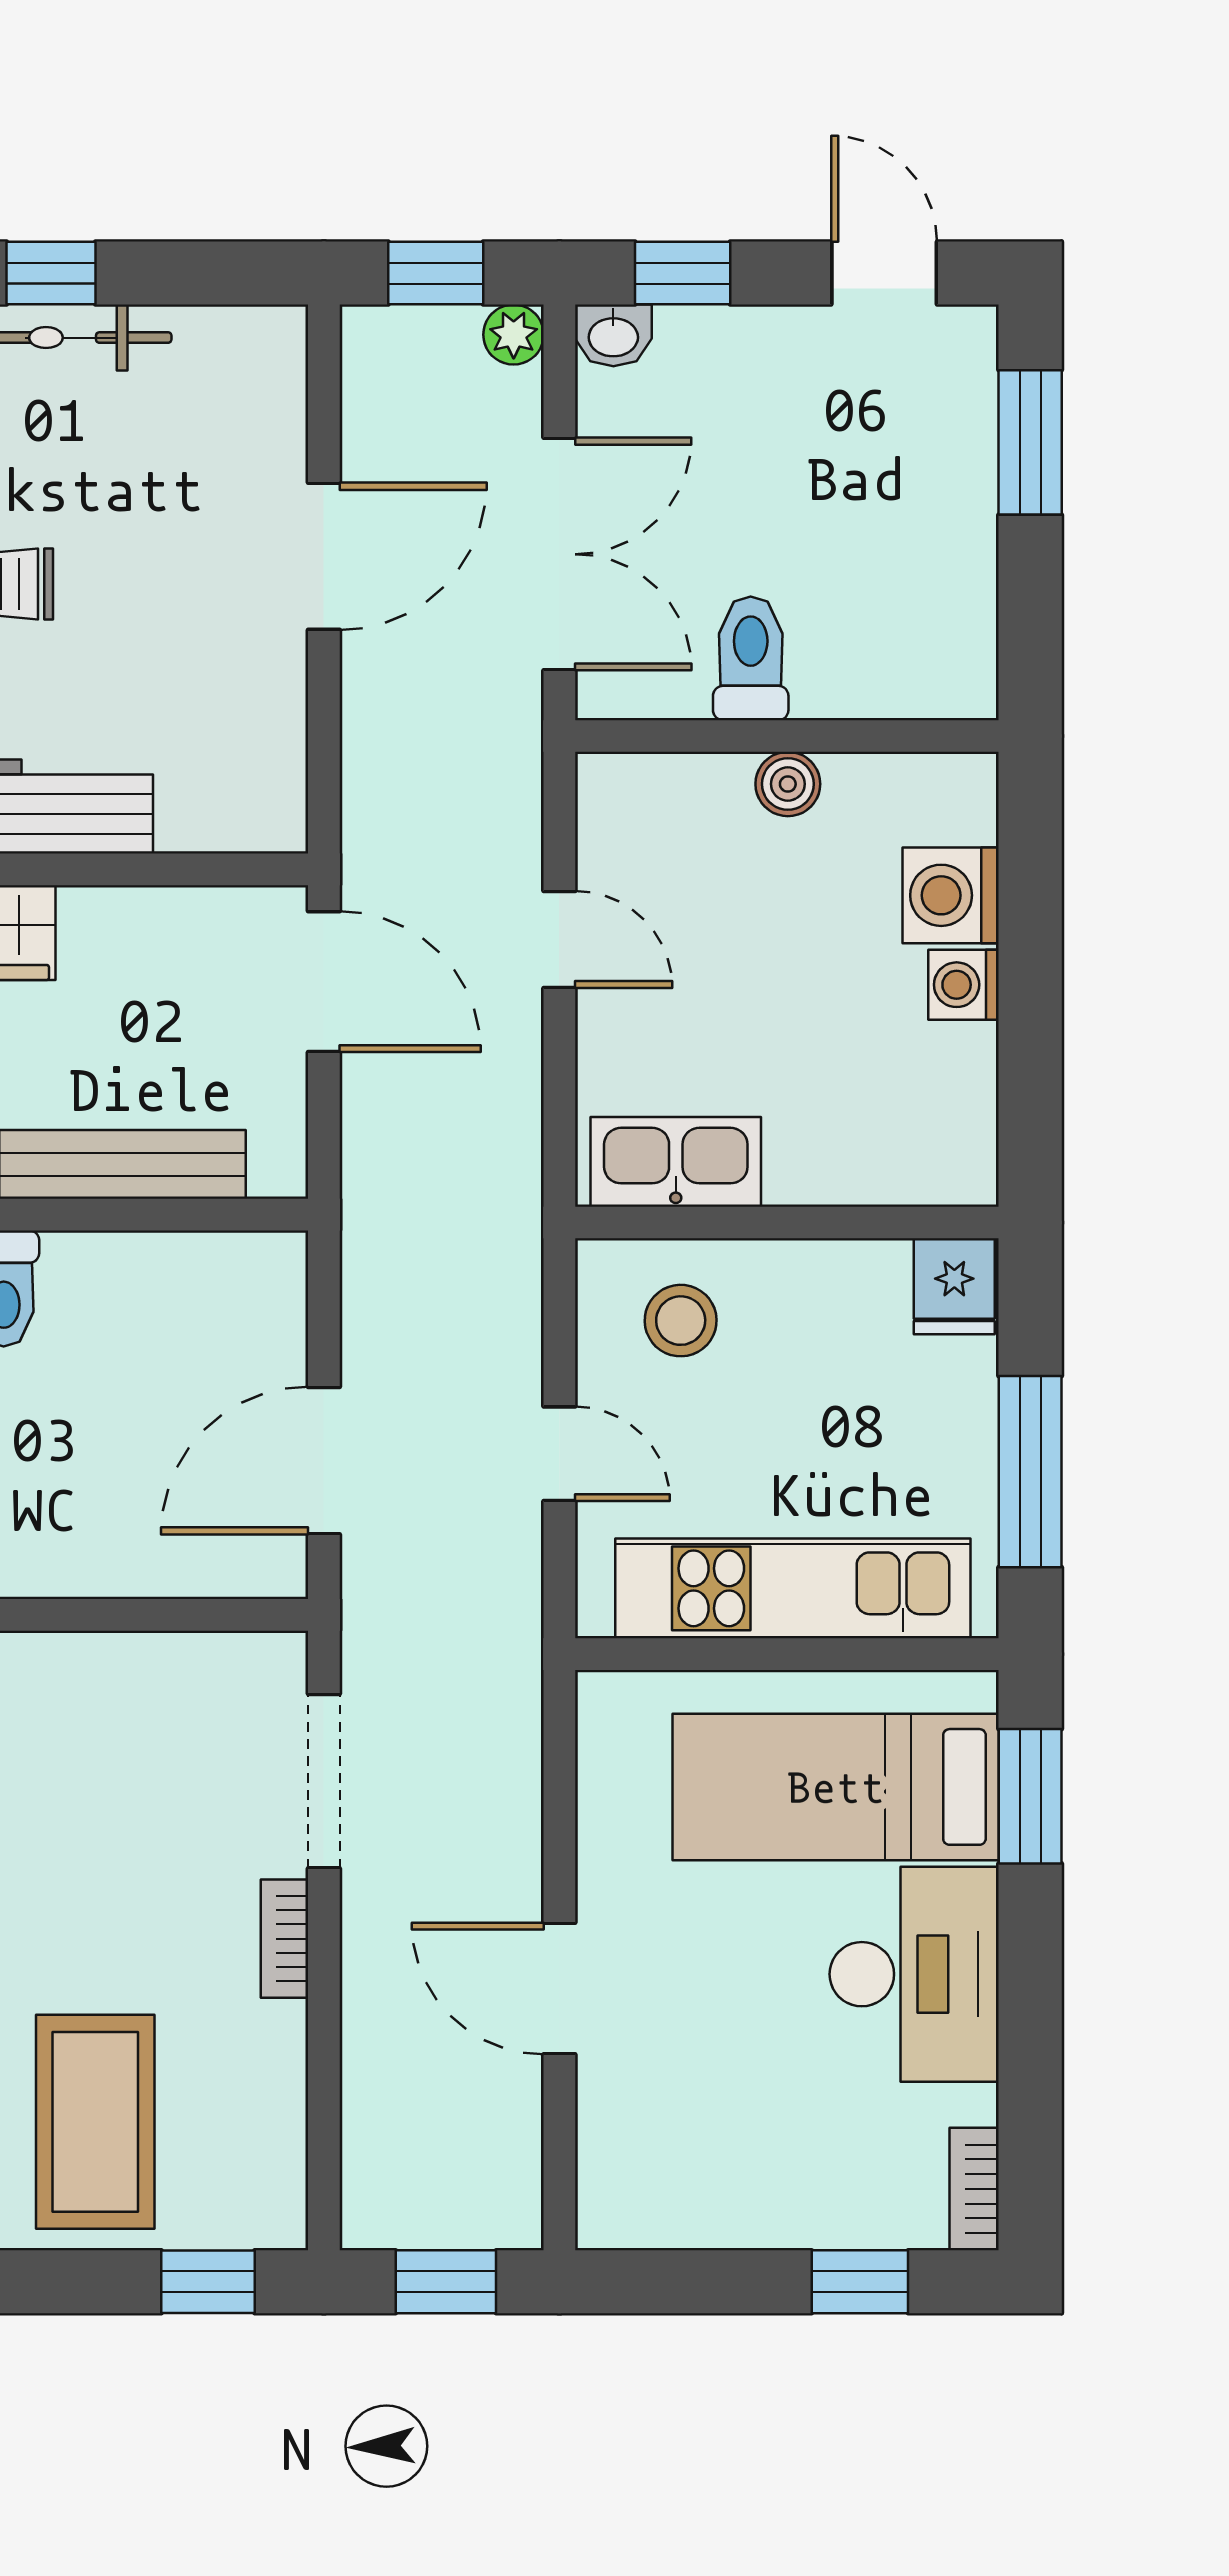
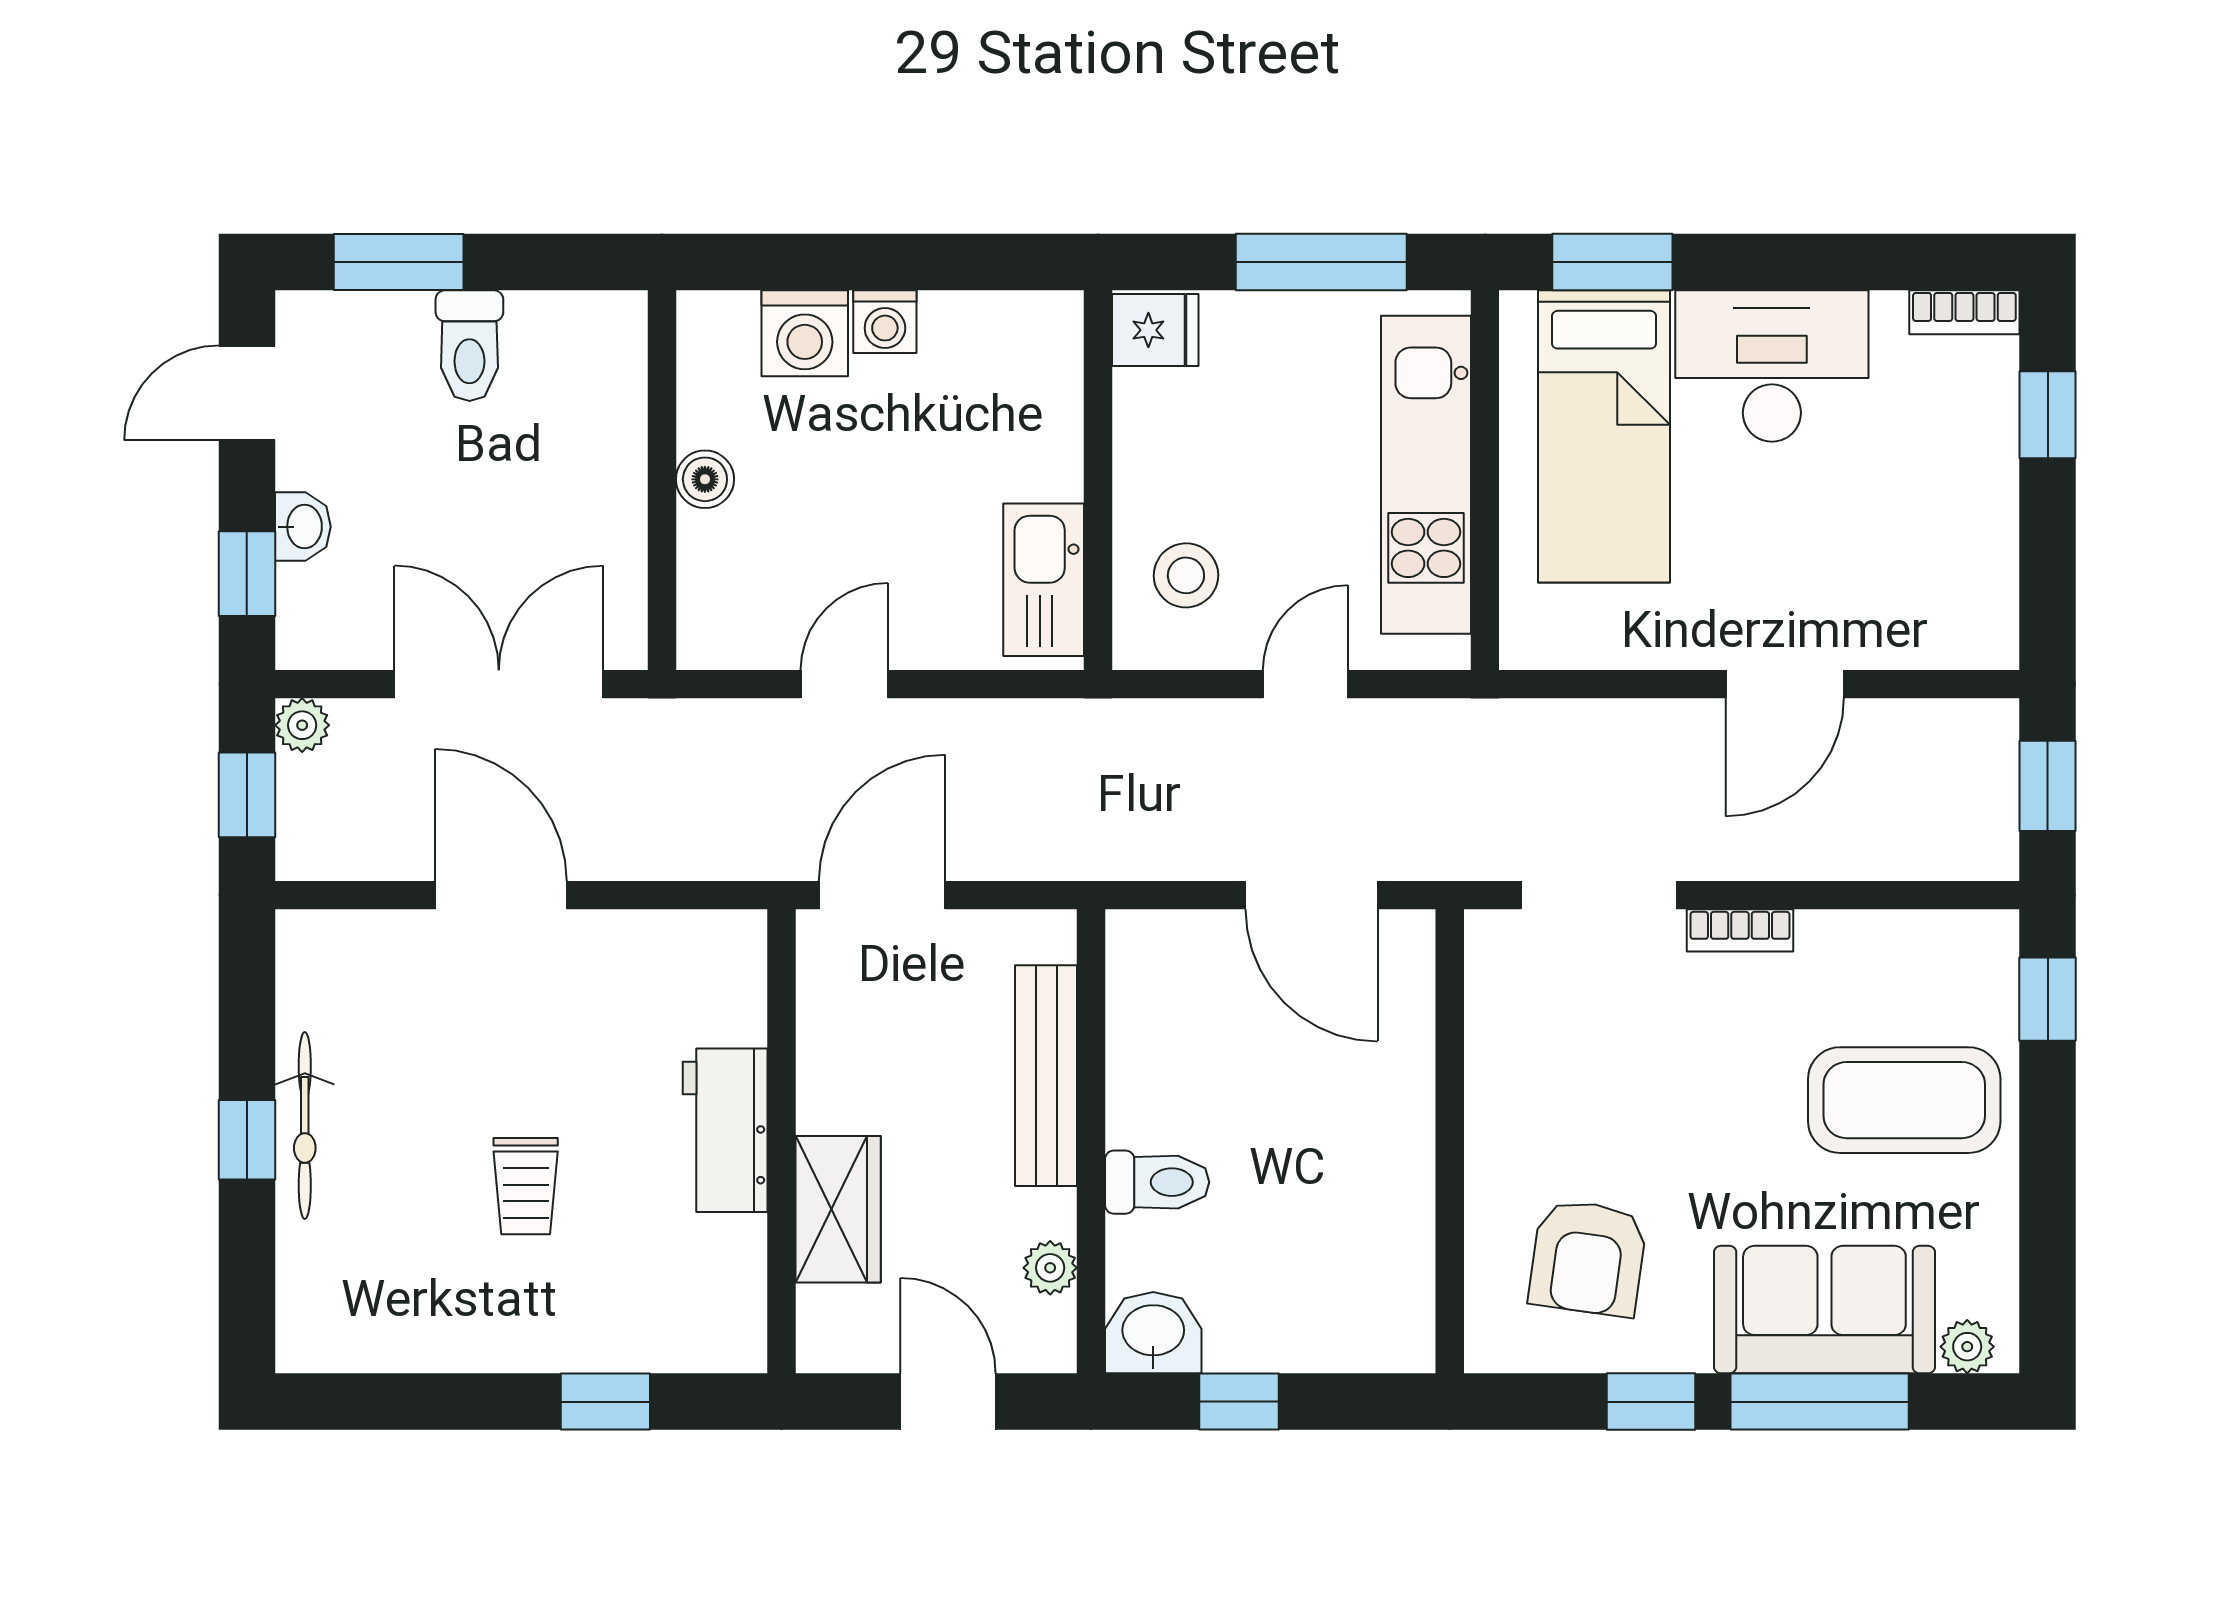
washbasin: (613, 335) -> (303, 527), moved
toilet: (751, 658) -> (469, 346), moved, turned -90

